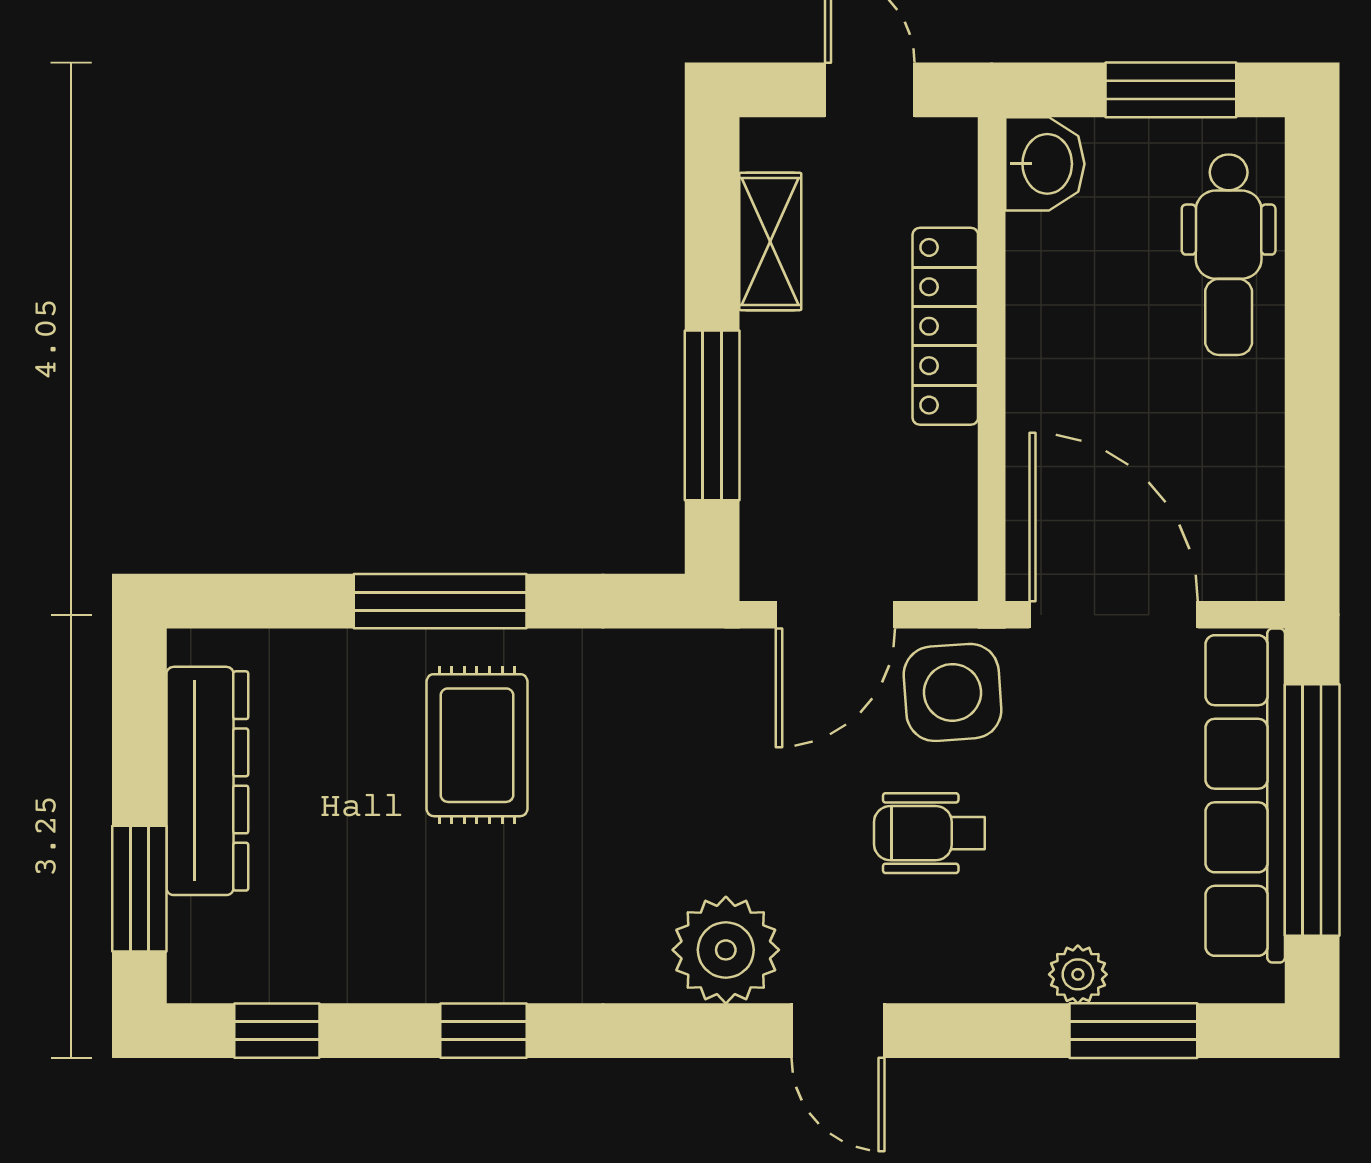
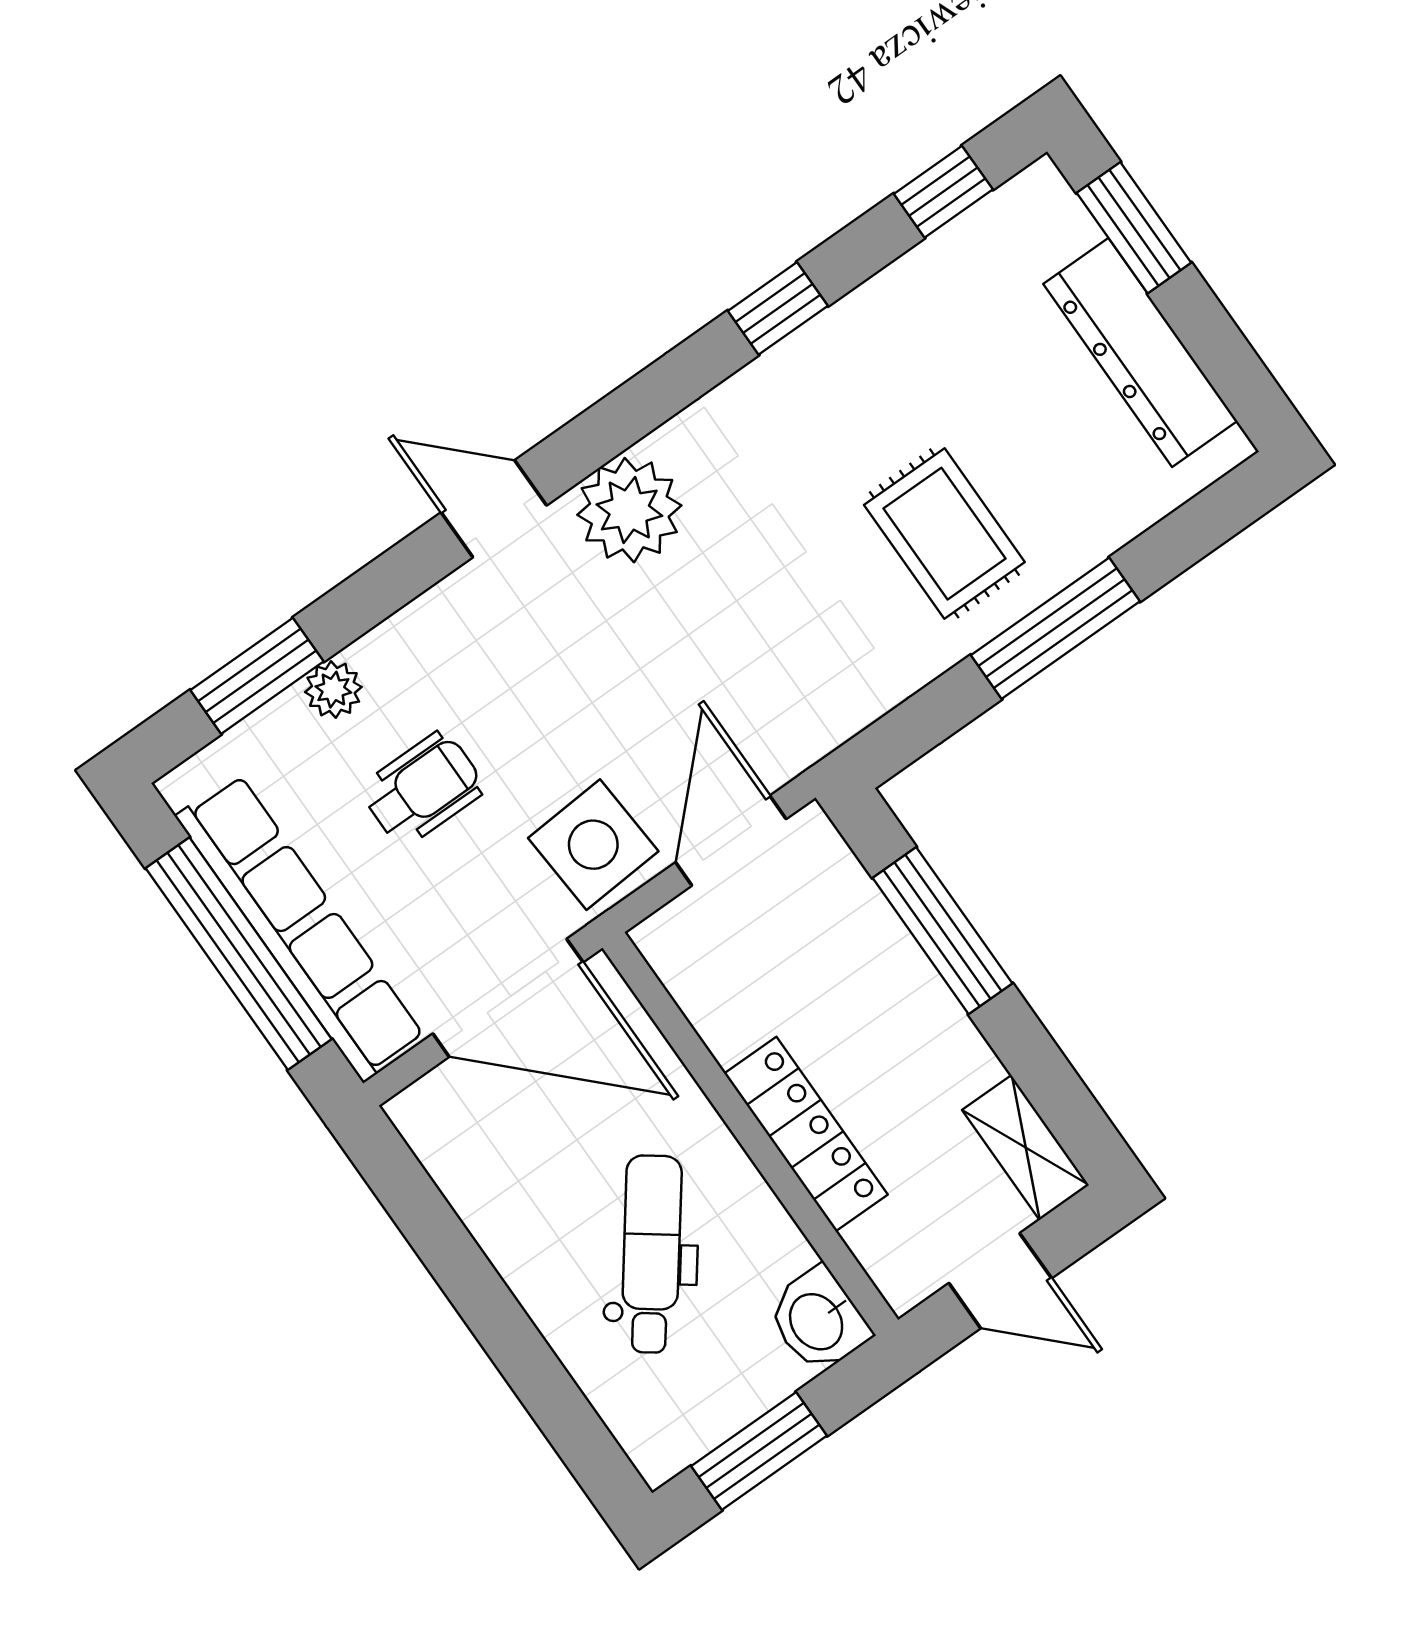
shelving: (770, 241) -> (1026, 1148), moved
dental chair: (1229, 255) -> (652, 1254), moved, turned 37
wheelchair: (930, 833) -> (423, 789), moved

